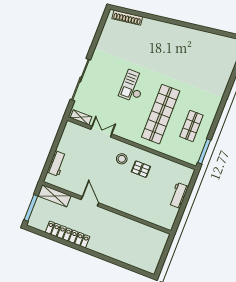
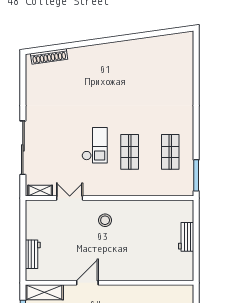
checkout: (133, 86) -> (95, 145), moved, turned 180
shop shelf: (161, 114) -> (130, 152), width x0.50, depth x0.74
pallet: (141, 169) -> (131, 224), removed
door: (90, 201) -> (87, 283), hinge flipped

